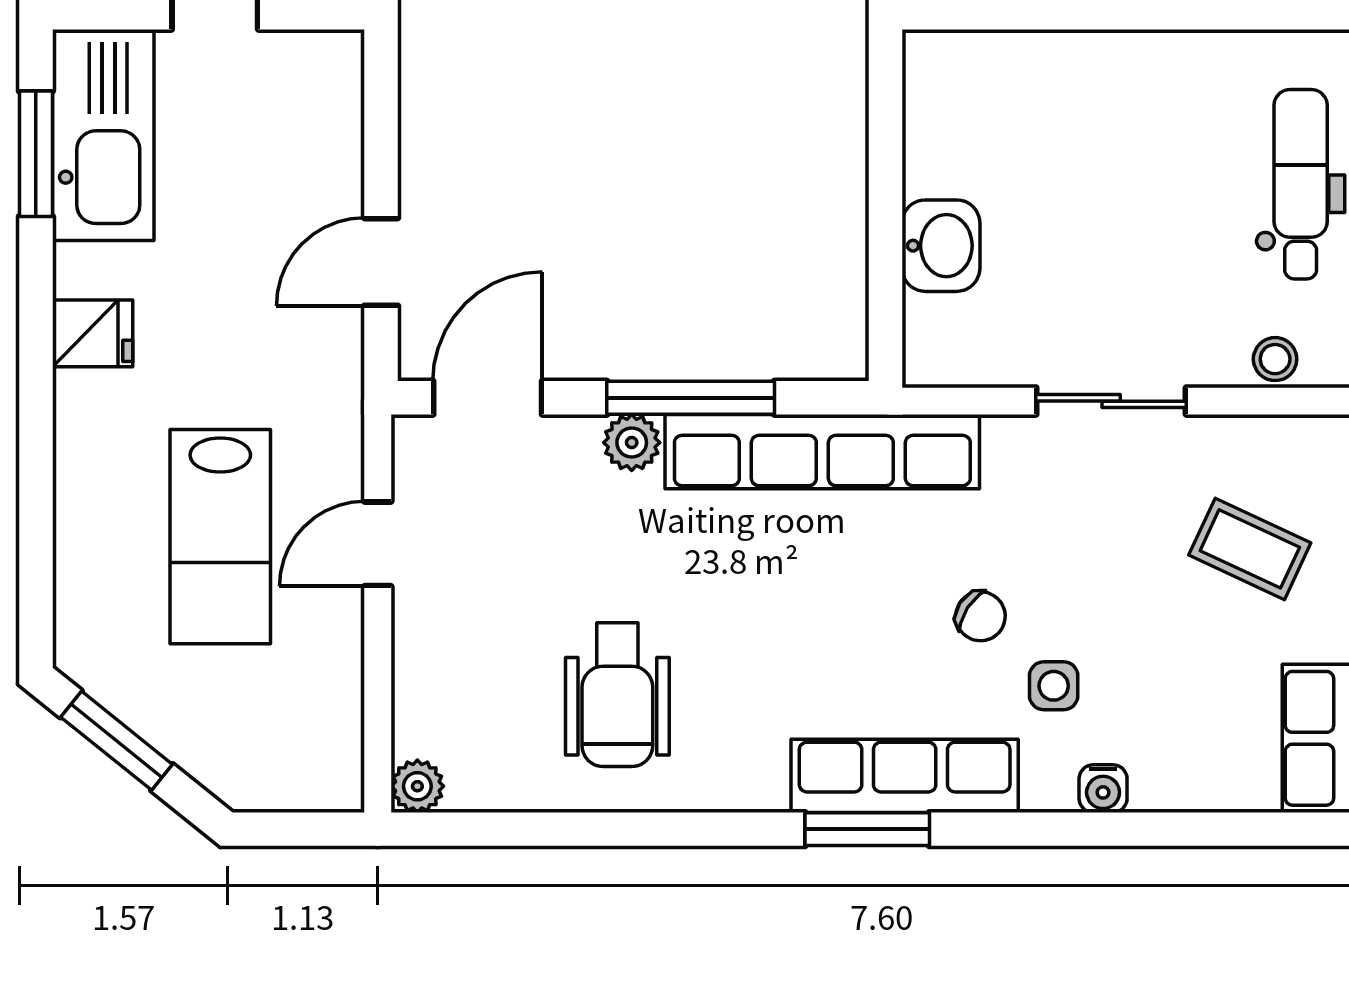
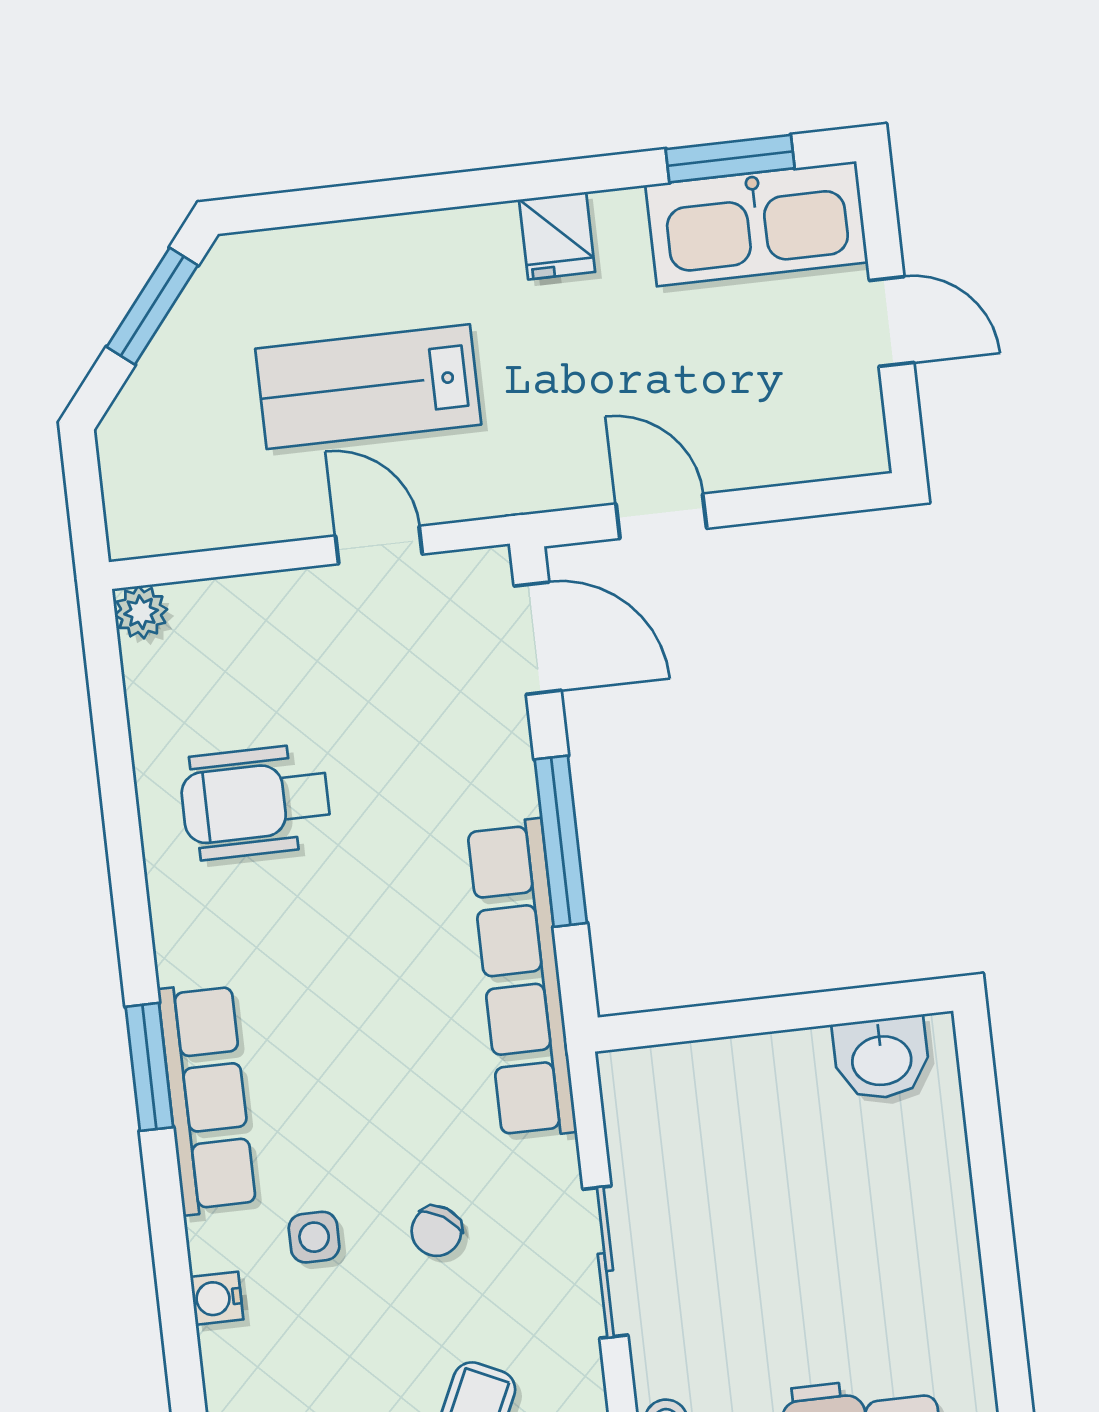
washbasin: (941, 246) -> (881, 1058), moved
plant: (632, 443) -> (509, 787), removed
chair: (980, 616) -> (436, 1231), moved

